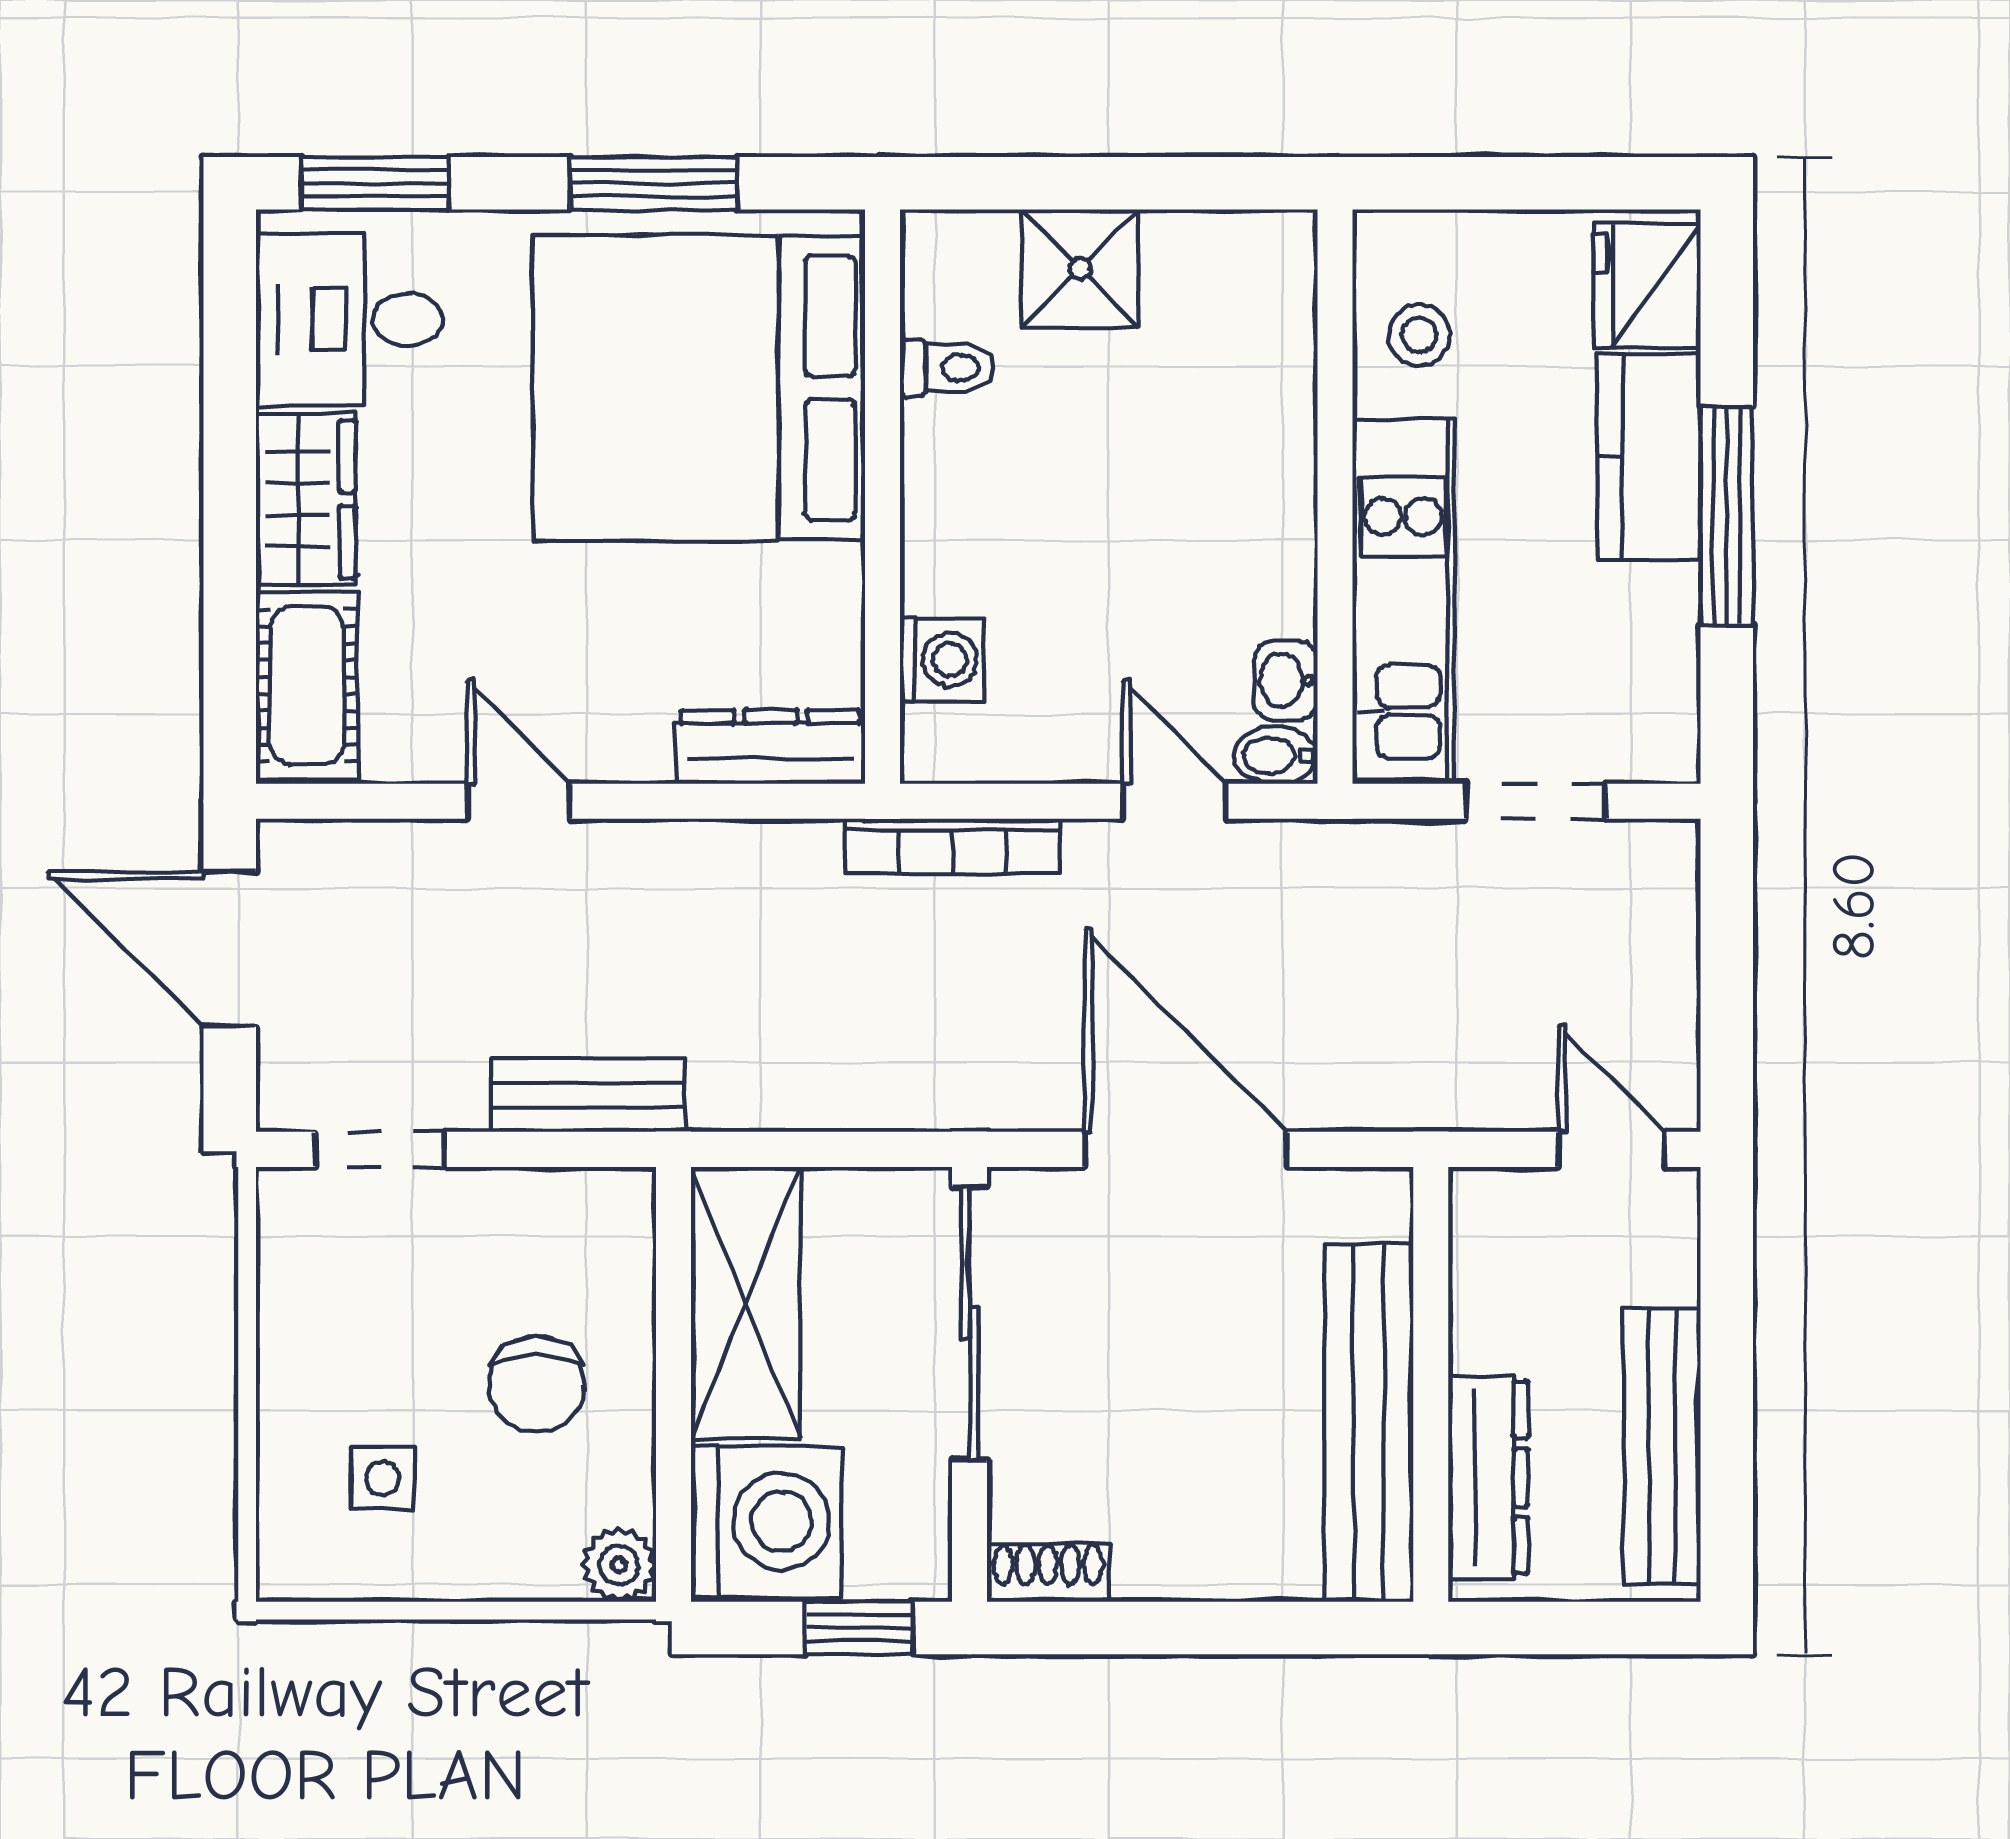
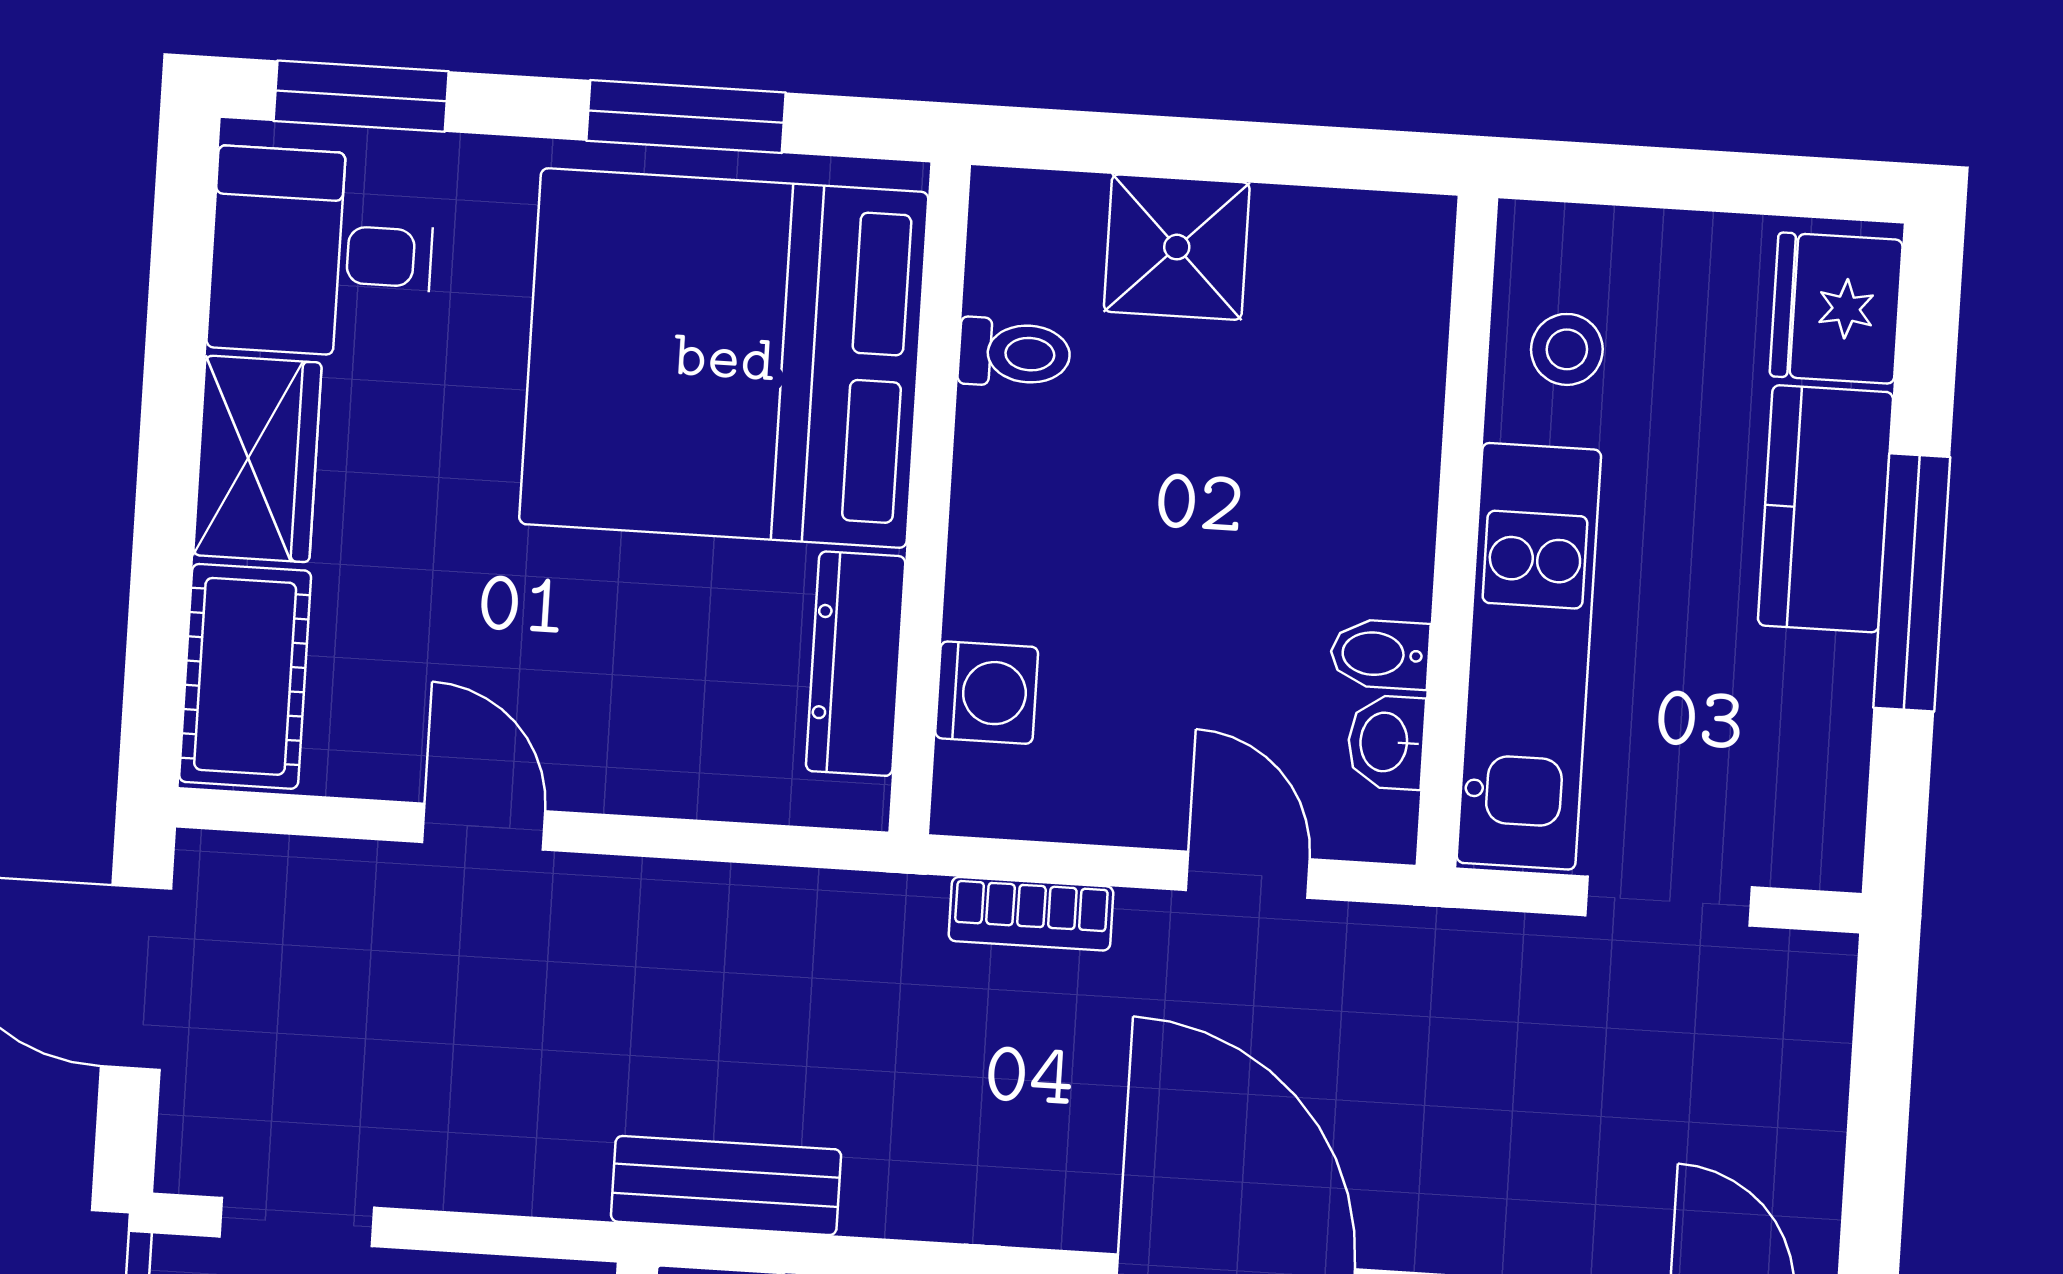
dresser: (771, 747) -> (856, 664), moved, turned -90
bidet: (1276, 755) -> (1380, 654), moved
bookcase: (952, 846) -> (1031, 914), width x0.64
bench: (587, 1095) -> (726, 1185), moved

